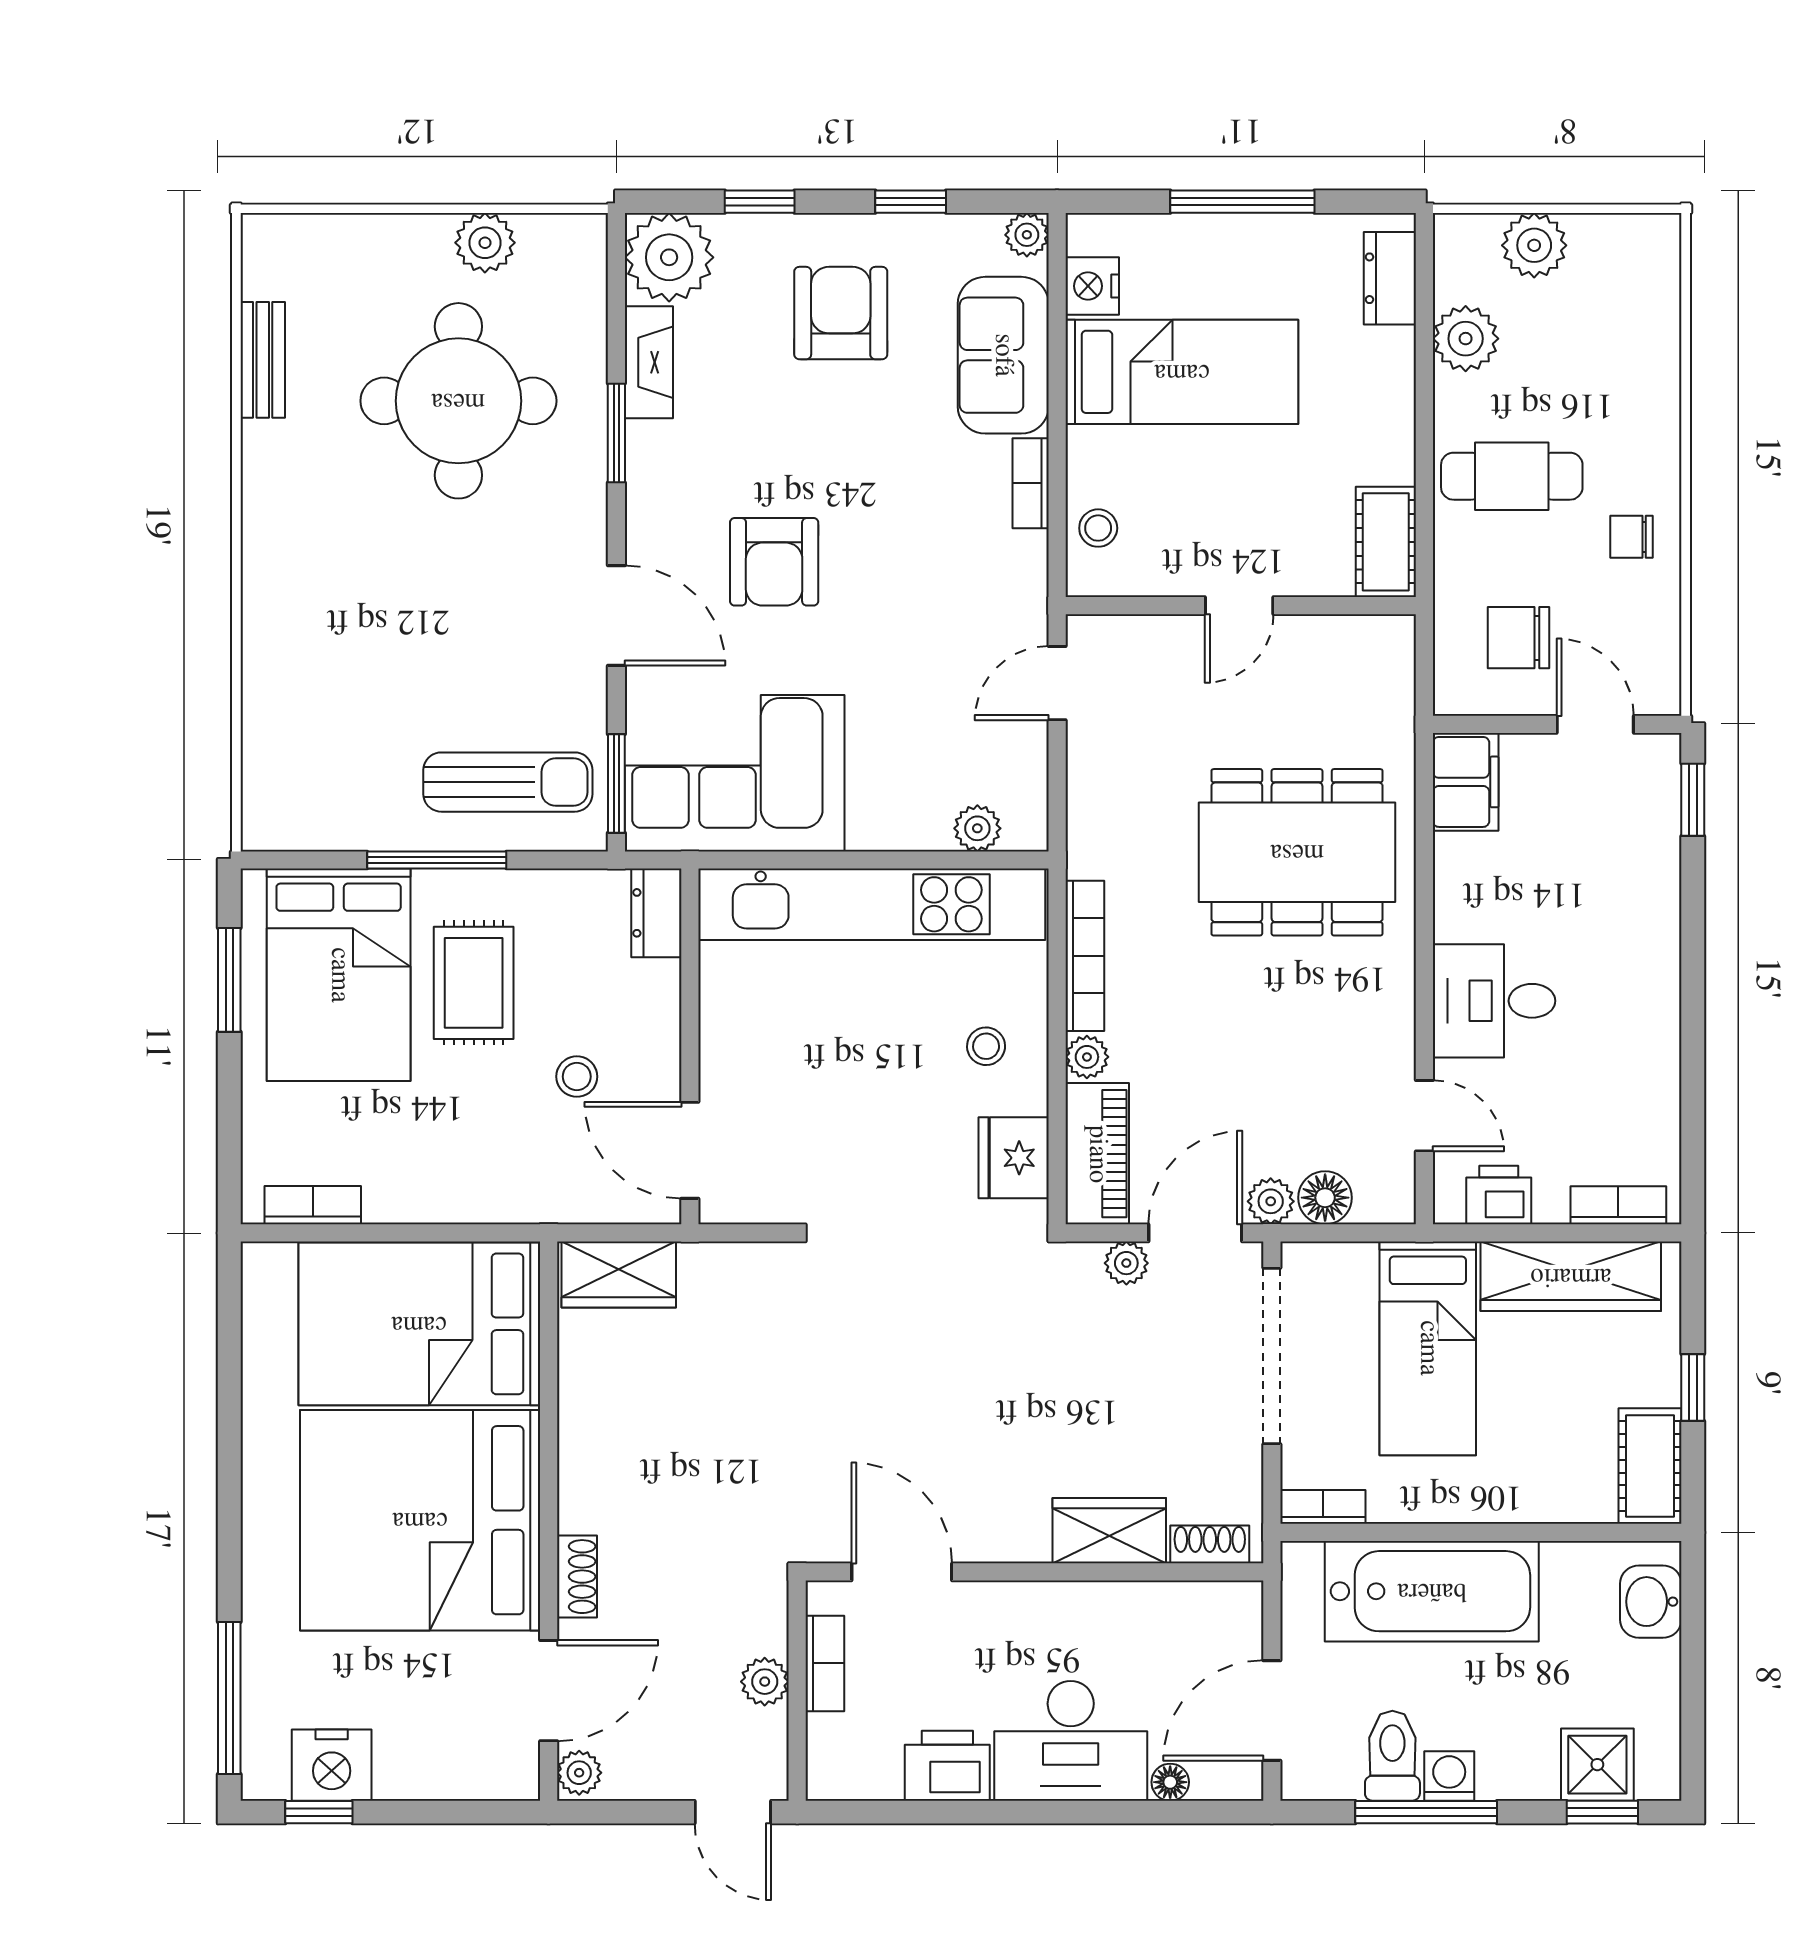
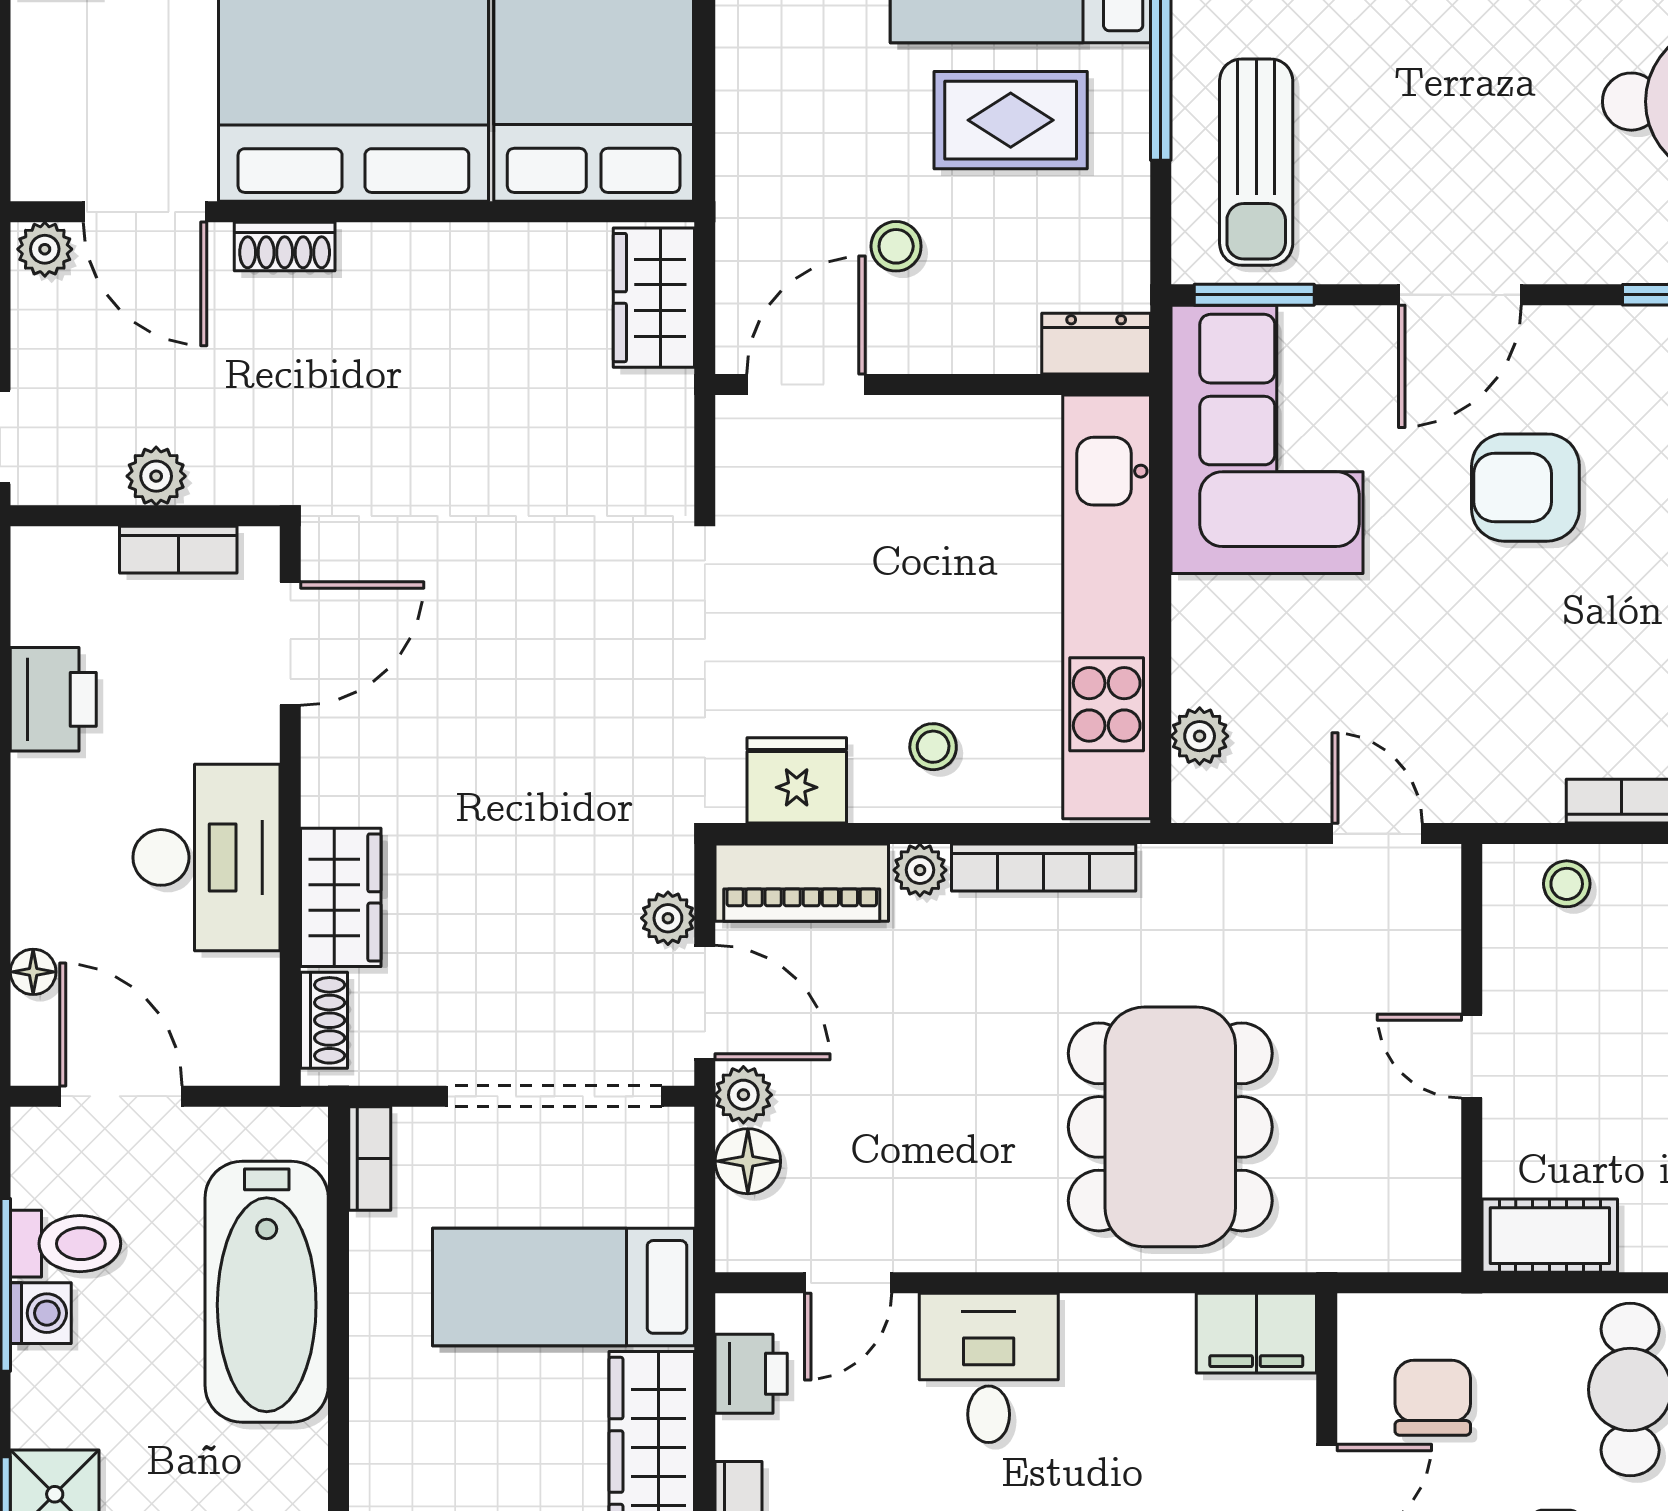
desk: (1071, 1741) -> (206, 857), moved, turned 180

